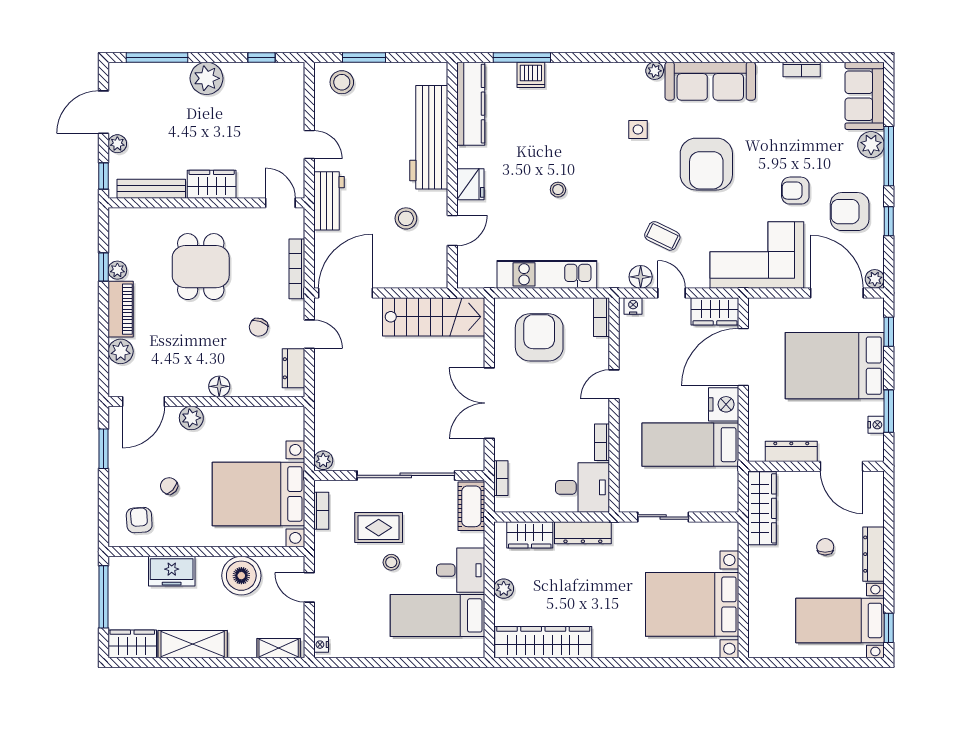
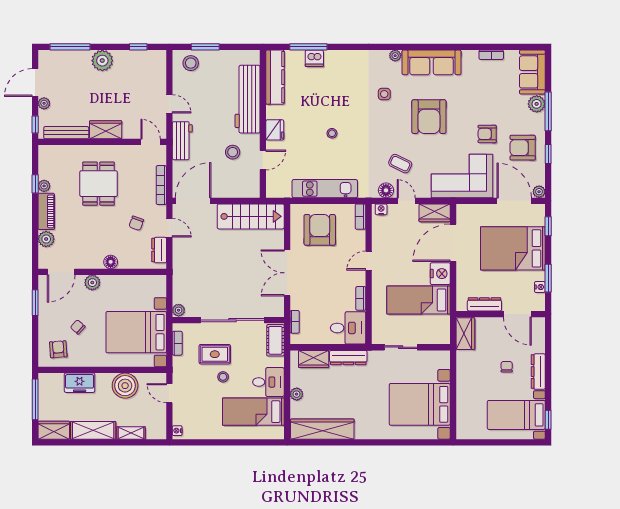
wardrobe: (762, 508) -> (465, 334), width x0.67
shelving: (279, 648) -> (131, 433), moved

